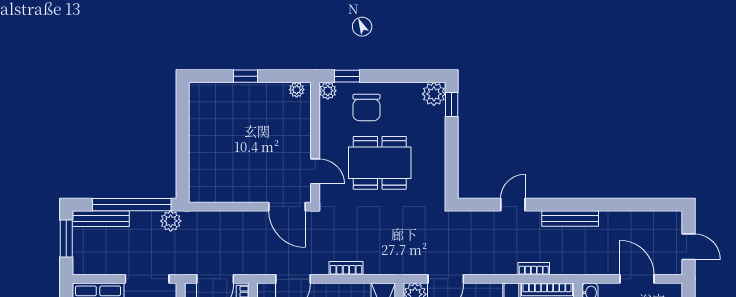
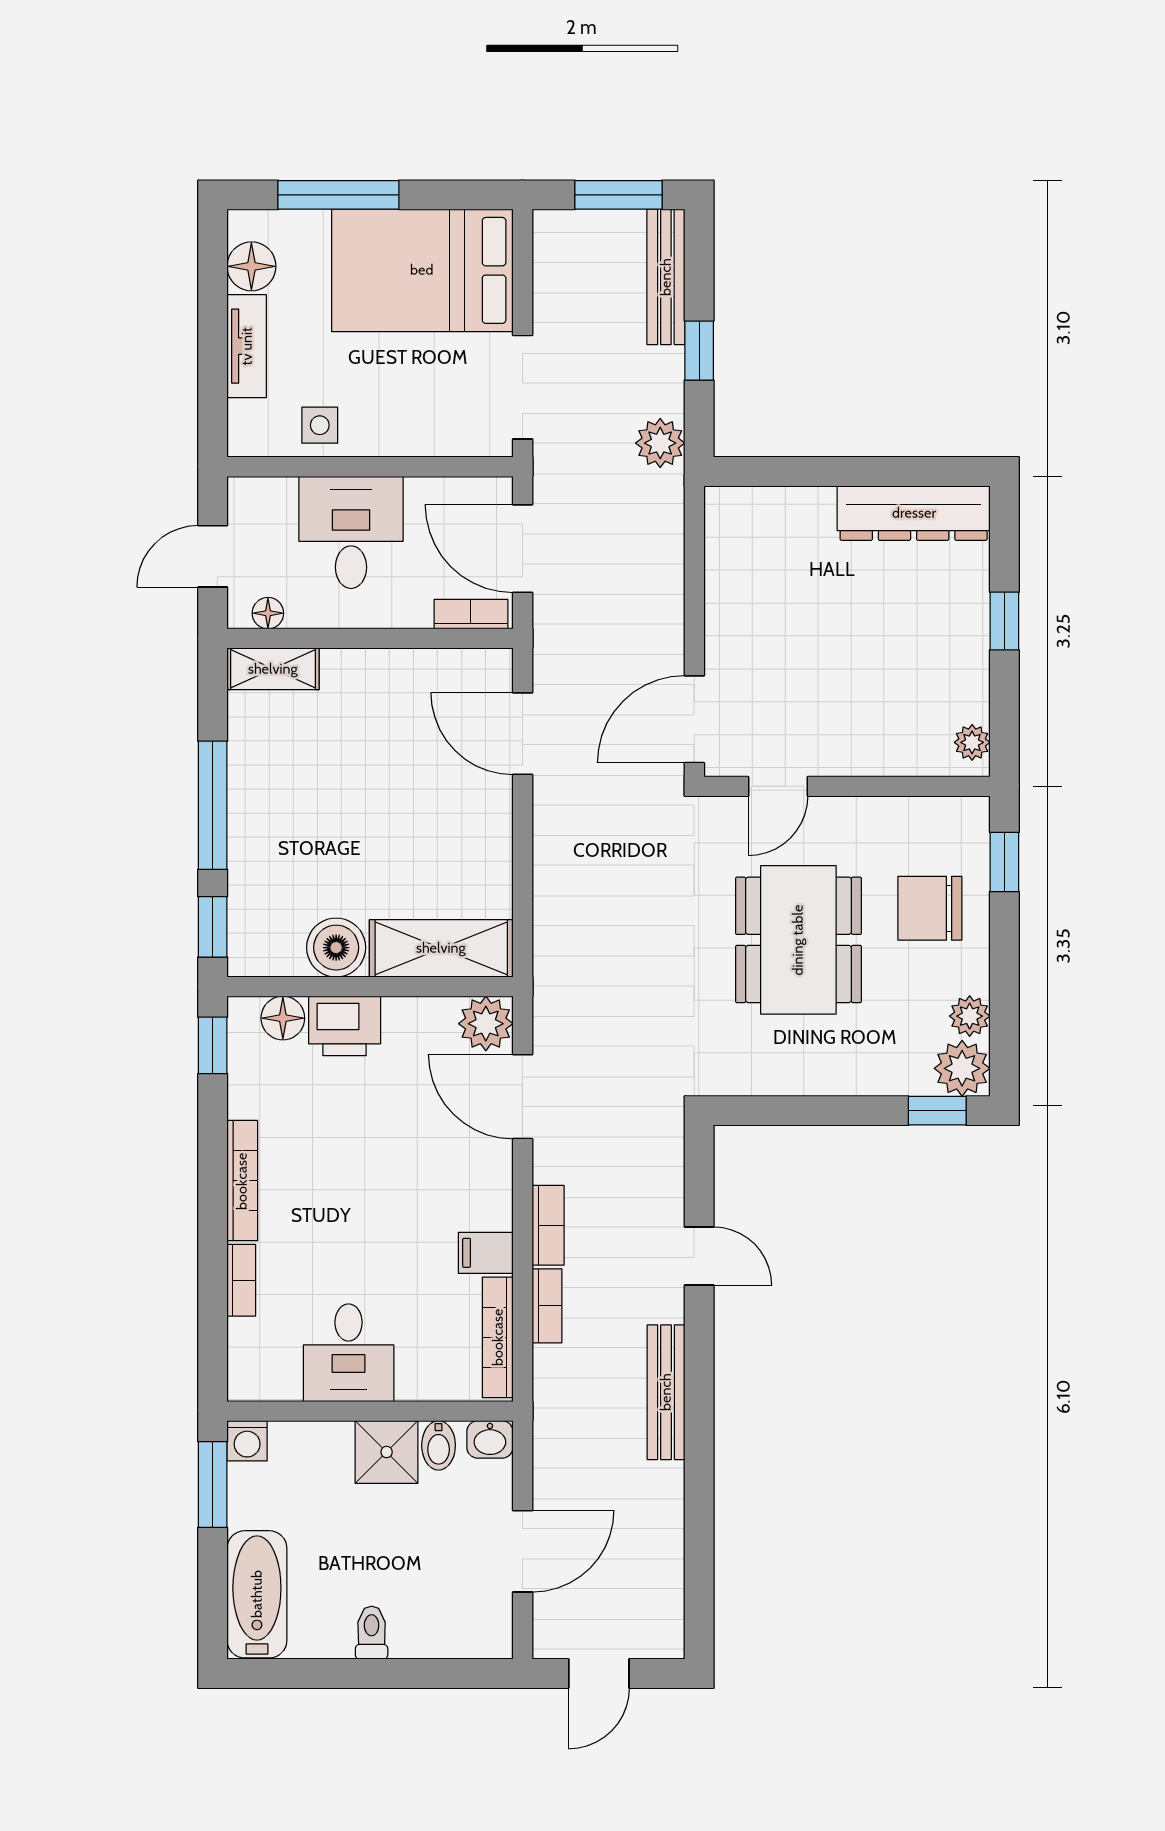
plant: (328, 91) -> (970, 1016), moved
dresser: (200, 114) -> (914, 513), added
window: (132, 205) -> (699, 351), width x0.32
bookcase: (346, 268) -> (548, 1225), moved

